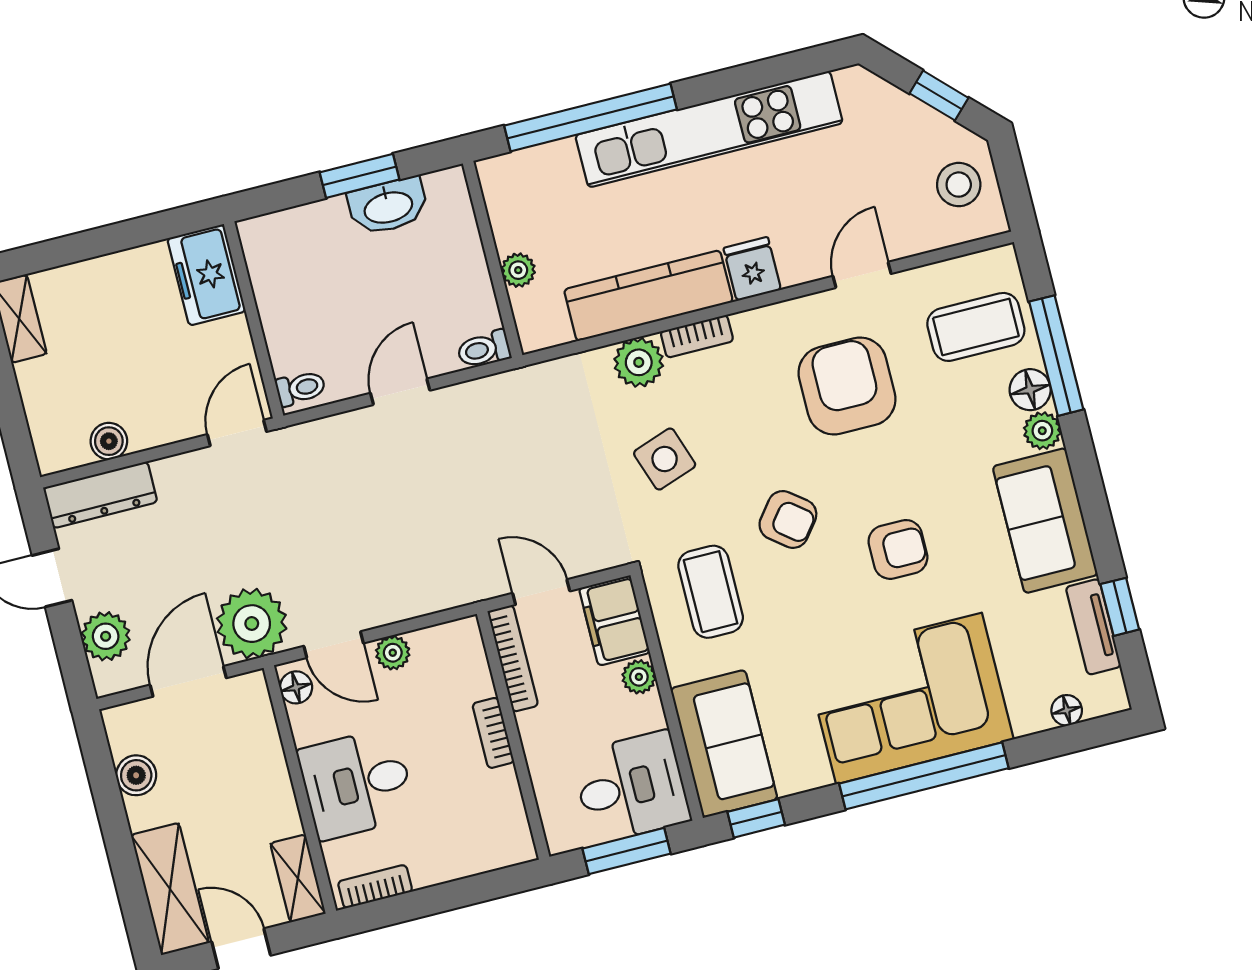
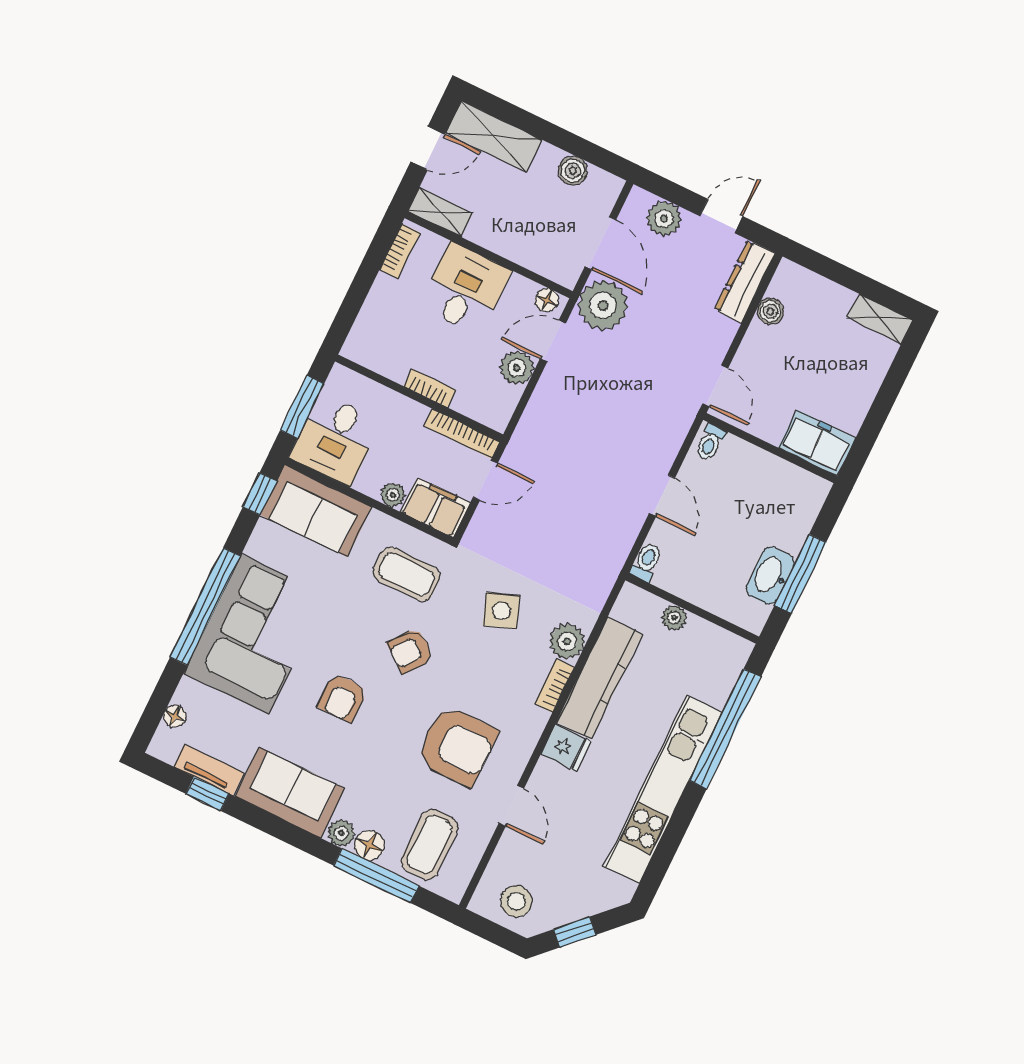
window: (360, 176) -> (800, 574), width x1.44
plant: (393, 653) -> (517, 368), width x1.38, depth x1.38

